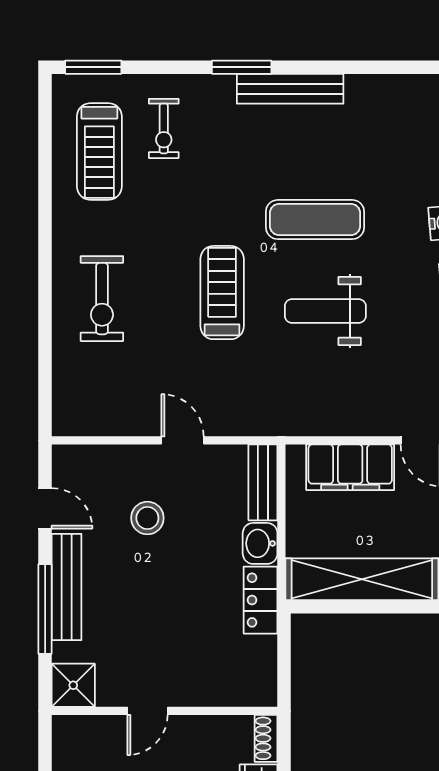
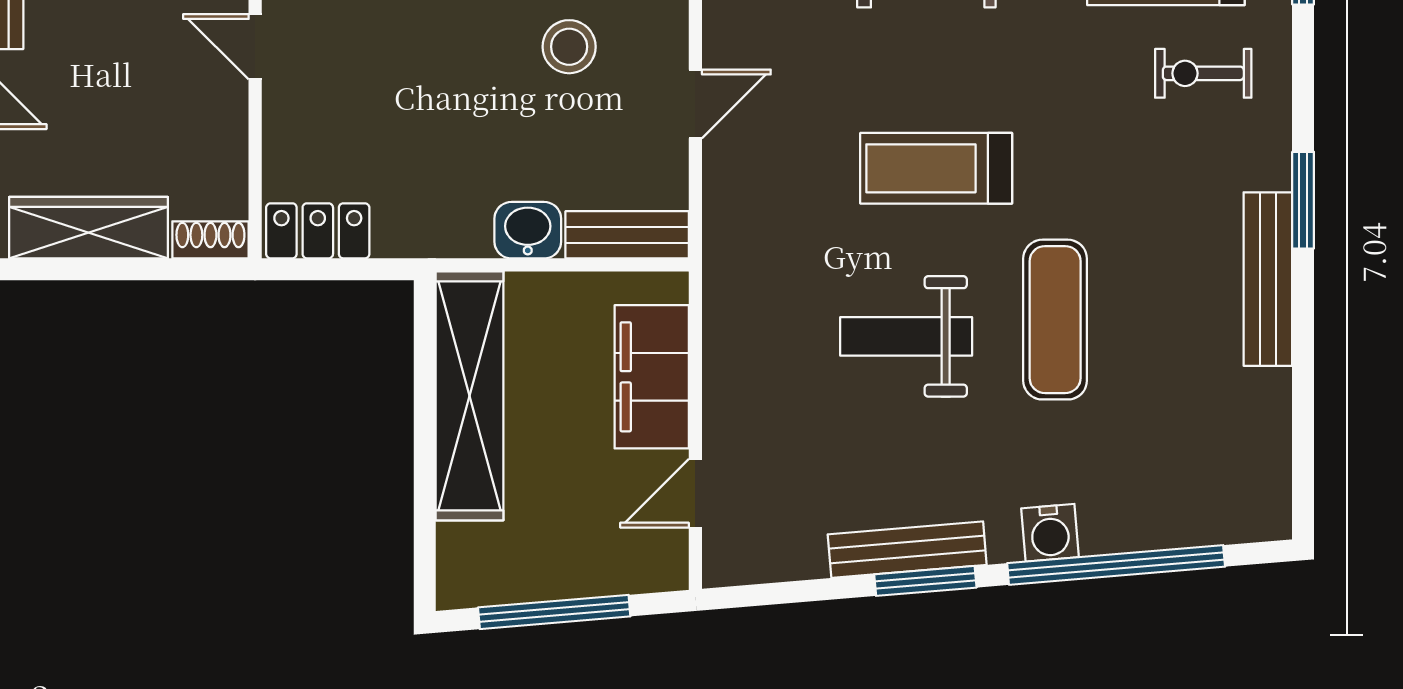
treadmill: (222, 293) -> (936, 168), turned 180
weight bench: (325, 311) -> (906, 336), turned -90
locker: (260, 600) -> (318, 231), moved

